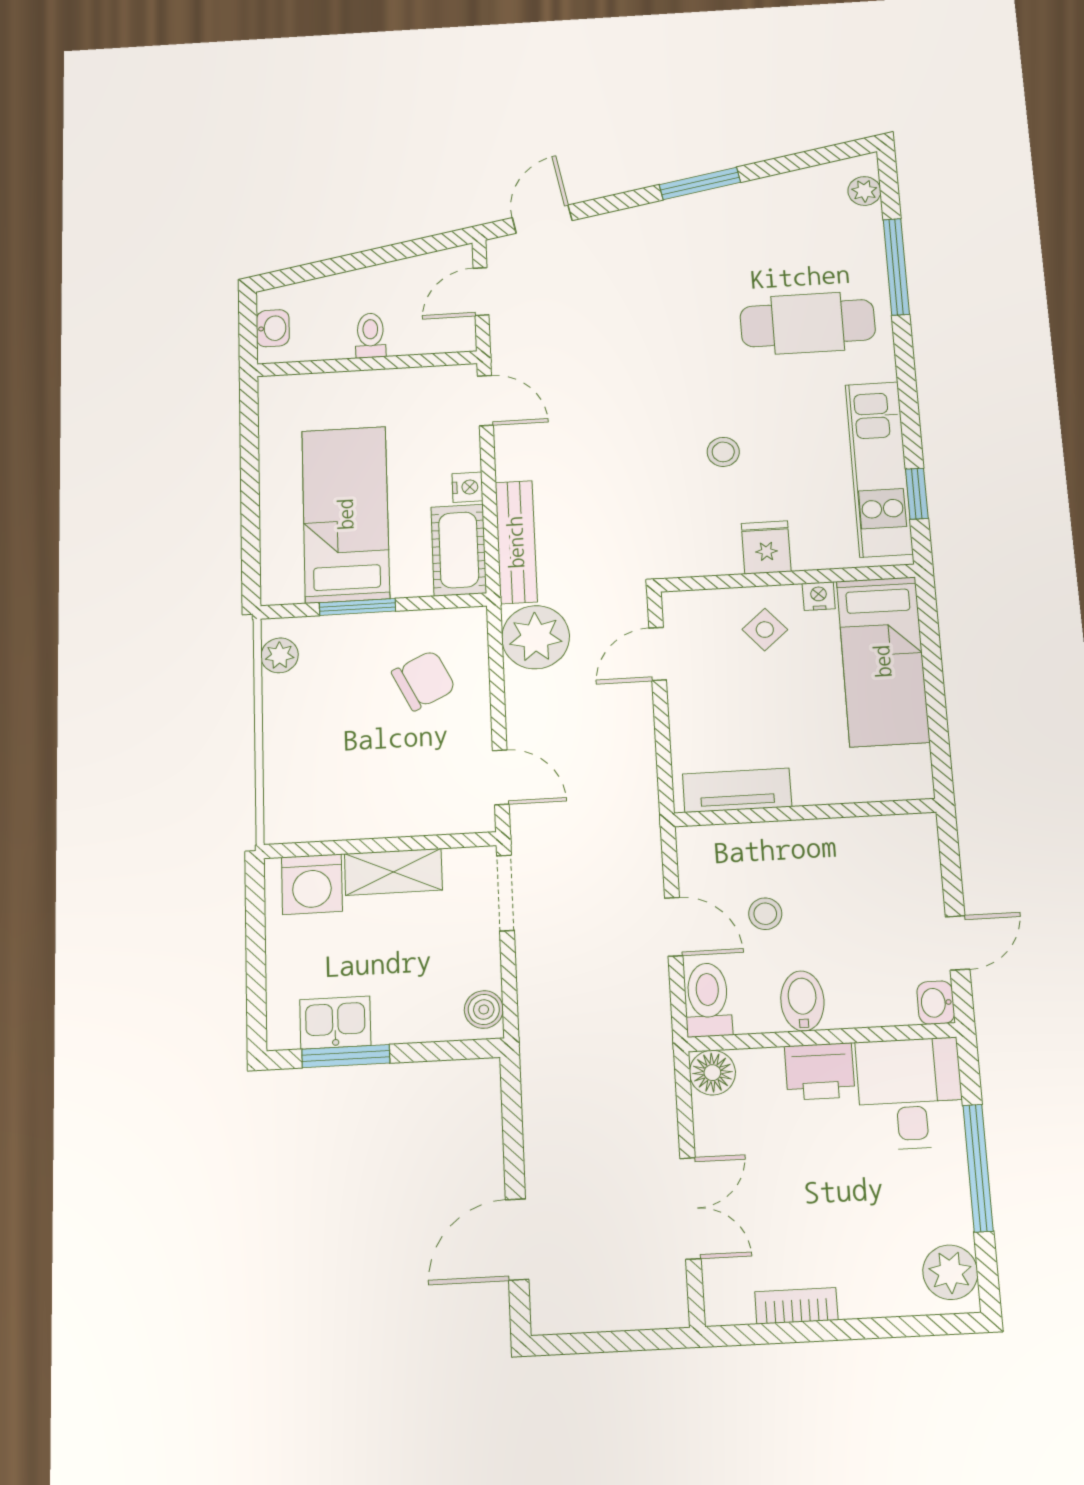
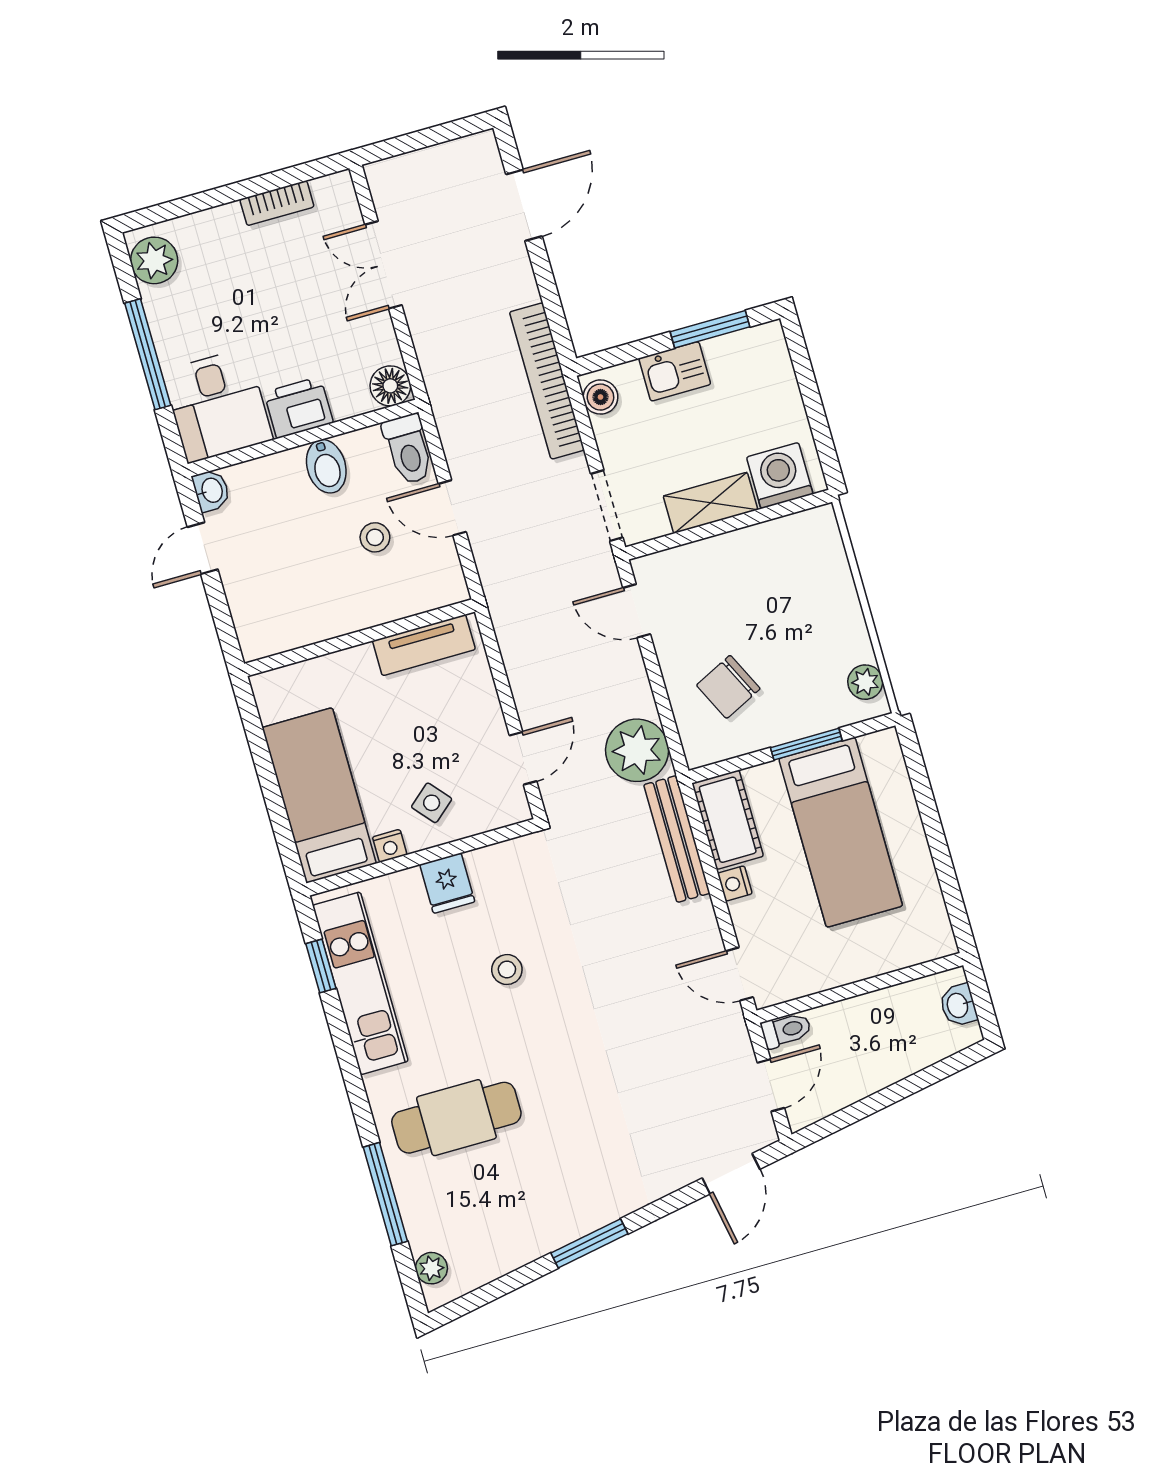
toilet: (370, 335) -> (786, 1030), moved, turned -90
kitchen sink: (335, 1023) -> (675, 371), moved
bookcase: (538, 1040) -> (547, 381), added

